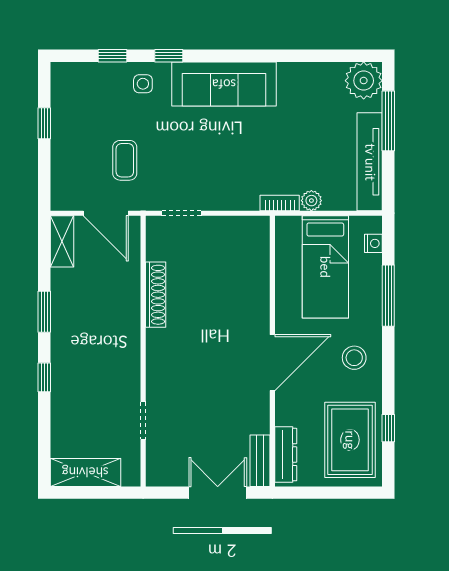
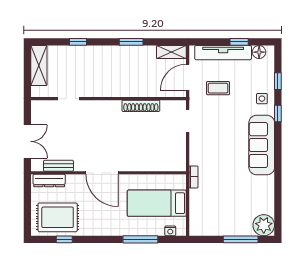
floor lamp: (62, 89) -> (259, 52), added
tv unit: (370, 162) -> (223, 53), moved, turned 180
plant: (311, 201) -> (195, 195), removed
stool: (354, 358) -> (105, 220), removed
window: (44, 377) -> (78, 42), moved
bench: (260, 461) -> (58, 166), moved

